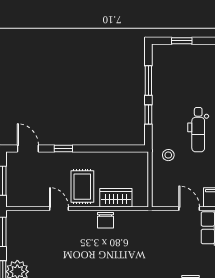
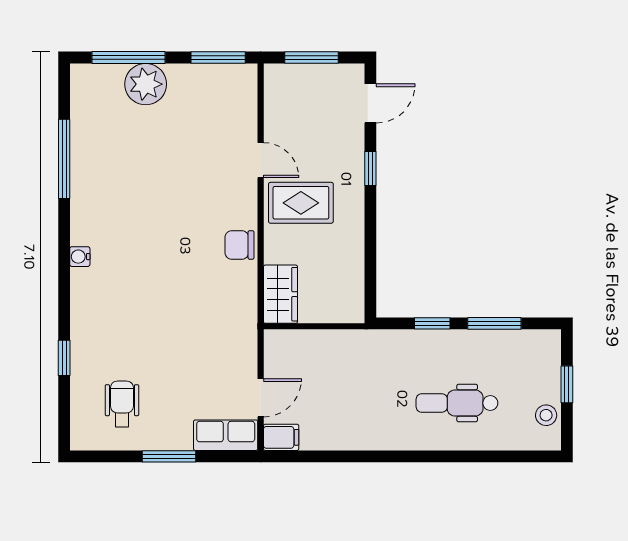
dental chair: (198, 130) -> (457, 403), moved
stool: (168, 155) -> (546, 415), moved
wardrobe: (116, 198) -> (280, 294), moved
door: (59, 209) -> (261, 160), hinge flipped

